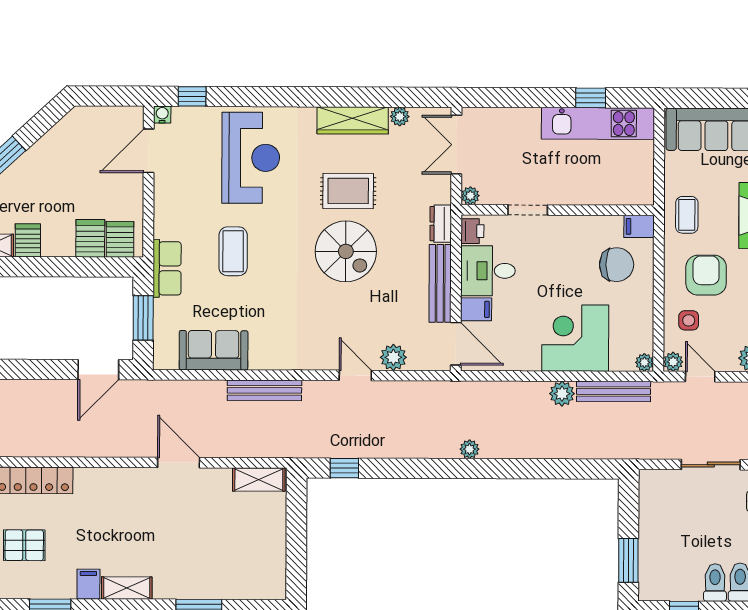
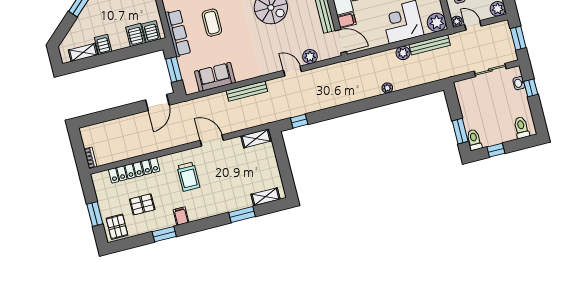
row of seats: (167, 268) -> (178, 33), width x1.48
plant: (644, 362) -> (437, 22), width x1.88, depth x1.88
plant: (470, 449) -> (387, 88), moved
trolley: (120, 517) -> (188, 177), added
toilet: (715, 583) -> (474, 140), moved
shelving: (127, 588) -> (266, 197), moved

